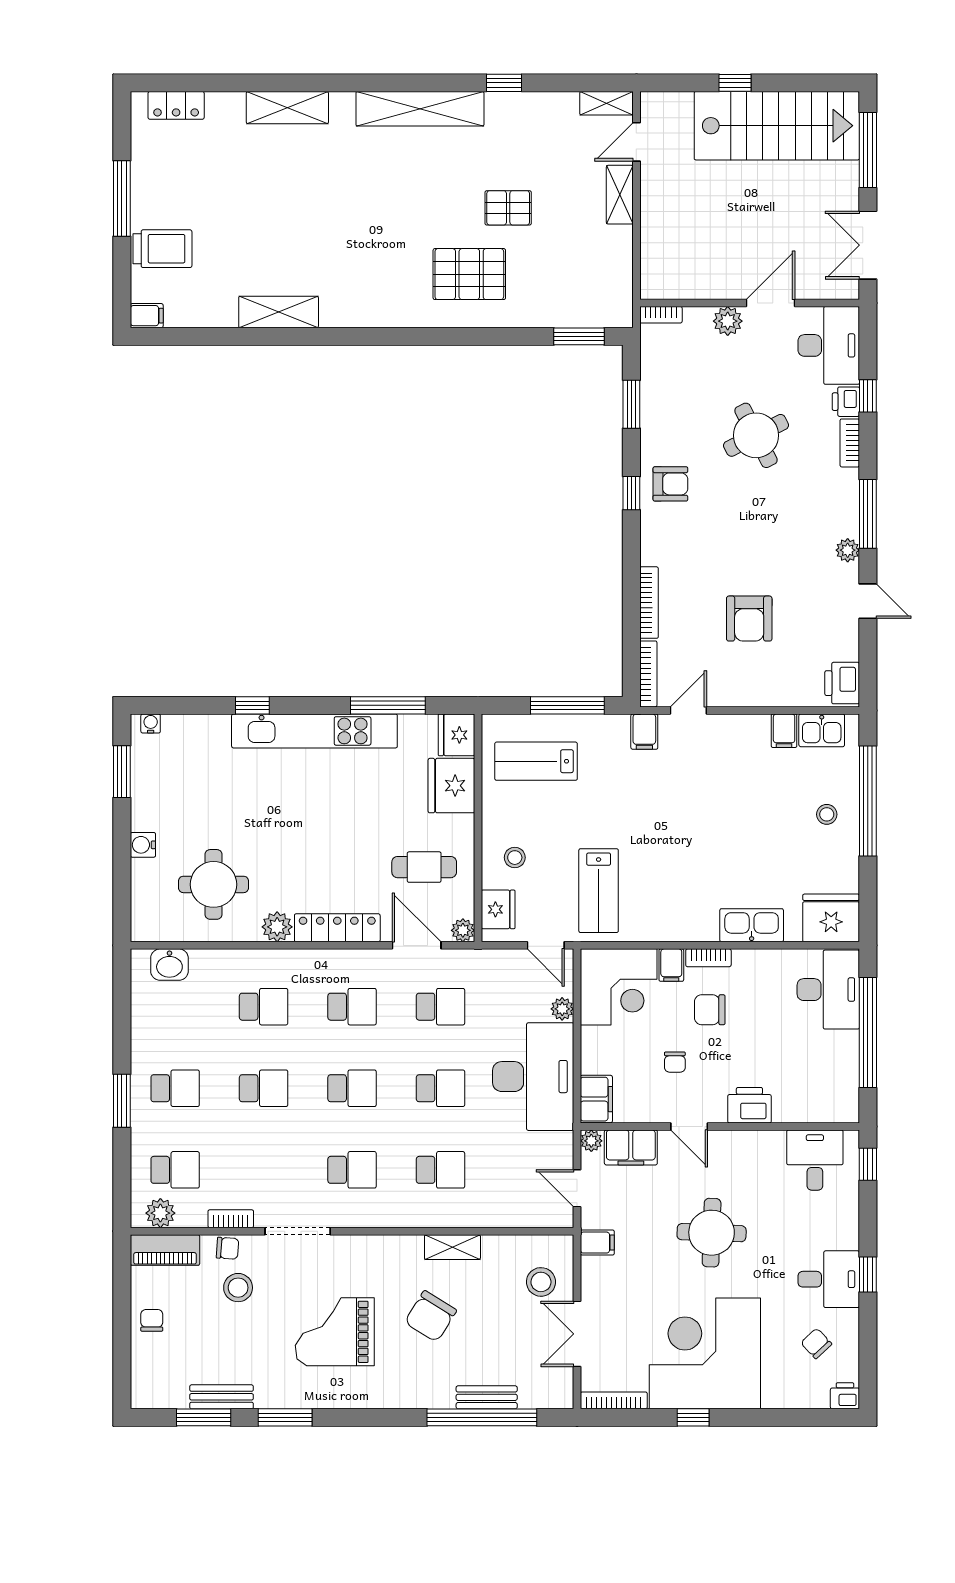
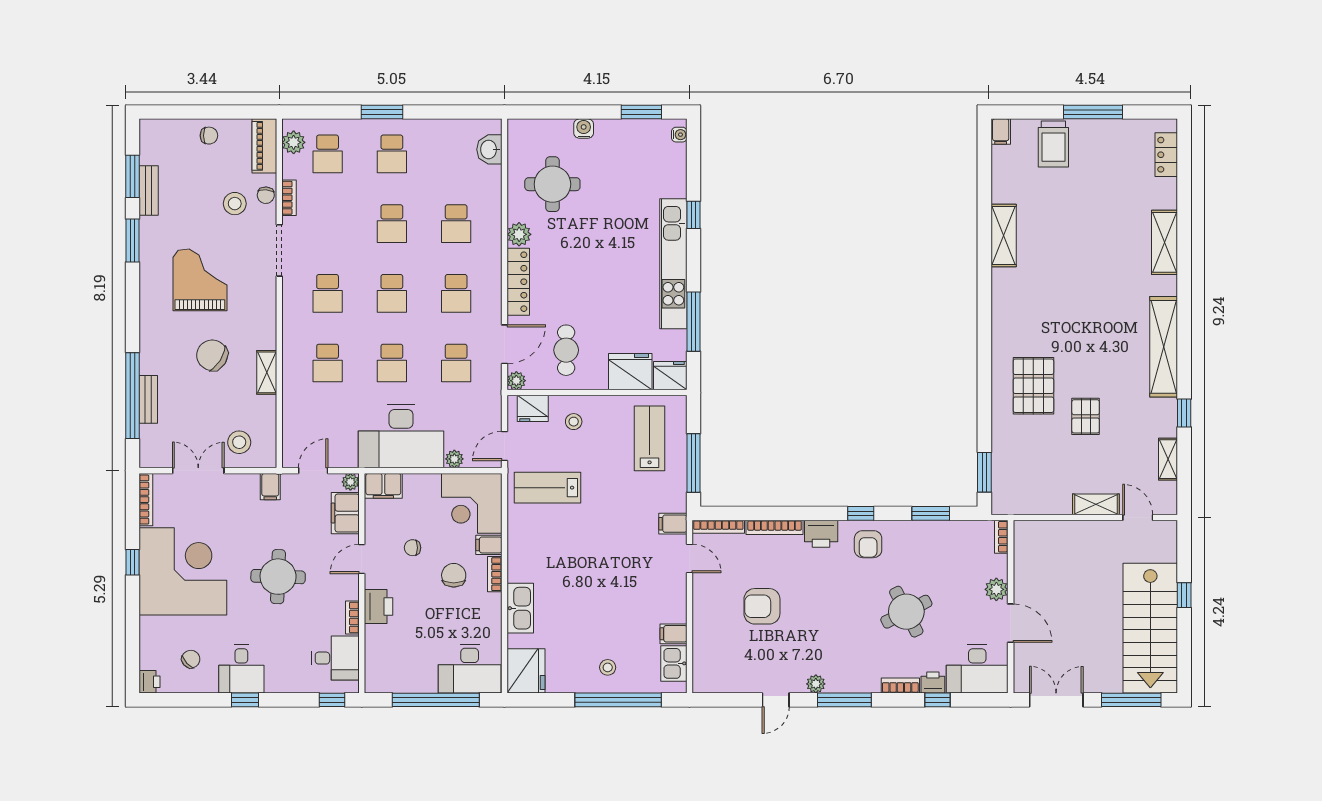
shelving: (606, 103) -> (1168, 459), moved
printer: (842, 683) -> (821, 534), moved, turned 180
bookcase: (763, 1138) -> (352, 618), added

